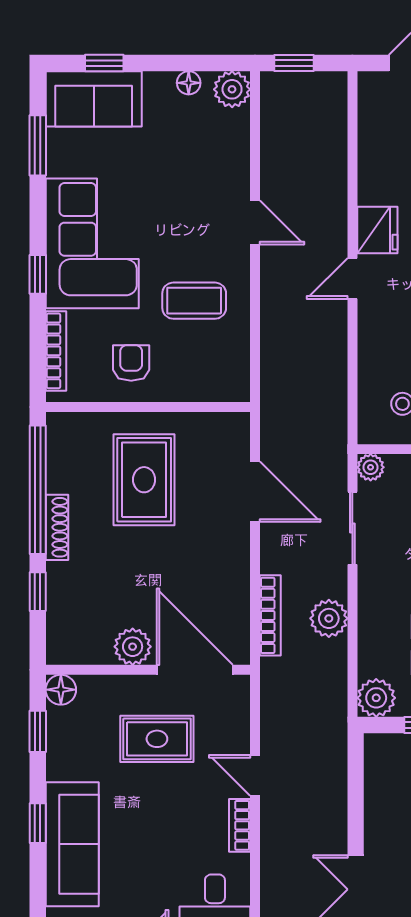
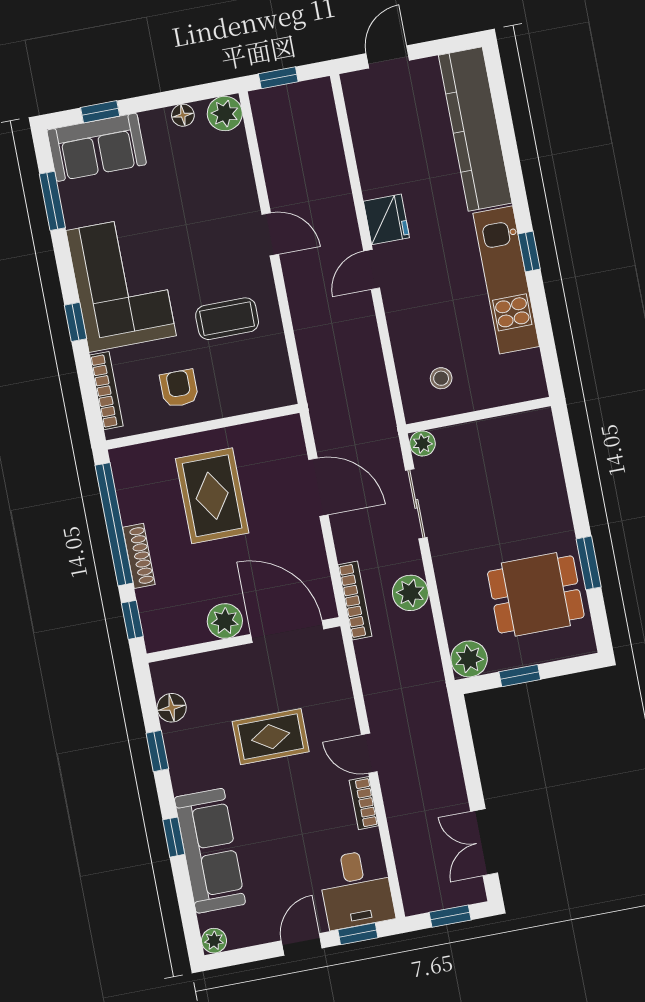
plant: (133, 647) -> (225, 621), moved
wall: (148, 670) -> (243, 640), moved
door: (195, 670) -> (287, 632), moved

